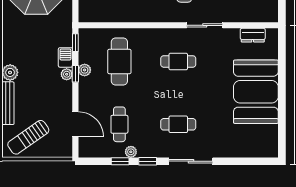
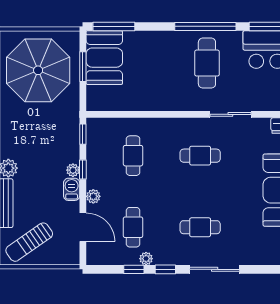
barbecue: (65, 57) -> (72, 189), moved
cafe table: (119, 61) -> (133, 156), width x0.73, depth x0.74
plant: (85, 70) -> (93, 196), moved

